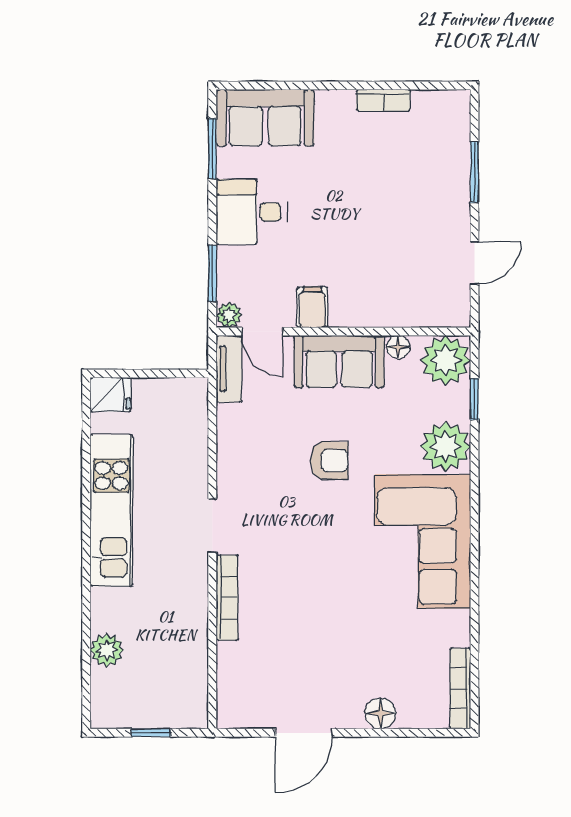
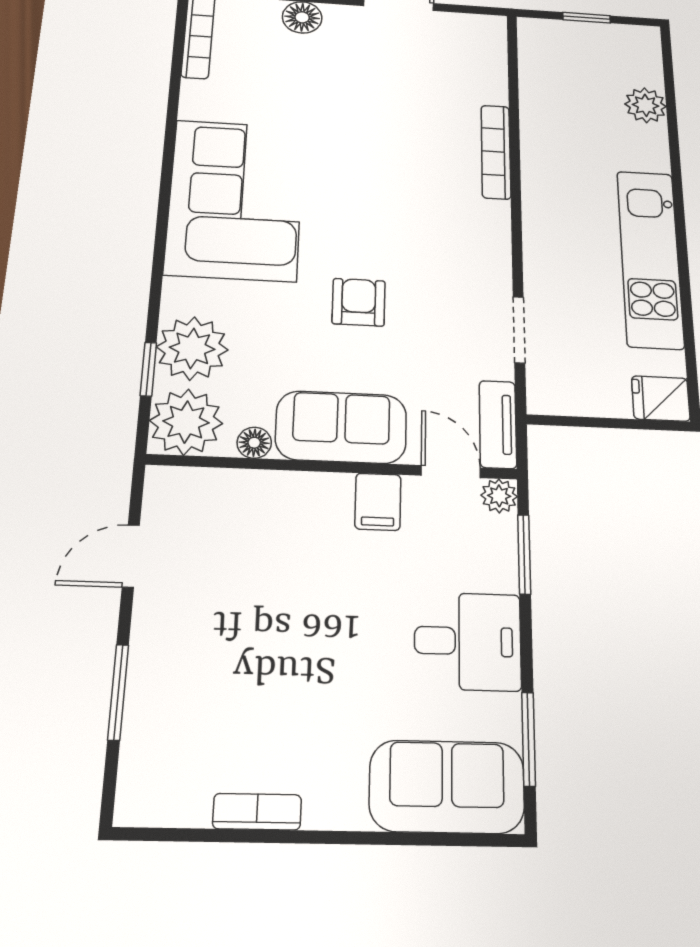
plant: (446, 447) -> (192, 348), moved
armchair: (329, 461) -> (359, 302), turned 90
doorway: (212, 526) -> (519, 330), moved

